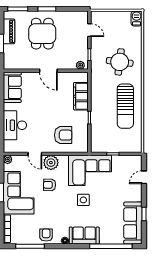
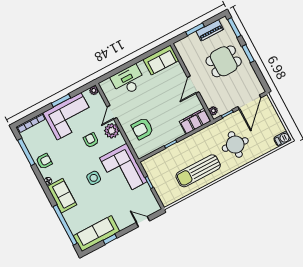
door: (89, 30) -> (249, 102), width x1.88
filing cabinet: (81, 96) -> (195, 121), moved
armchair: (63, 135) -> (142, 129), turned 90

